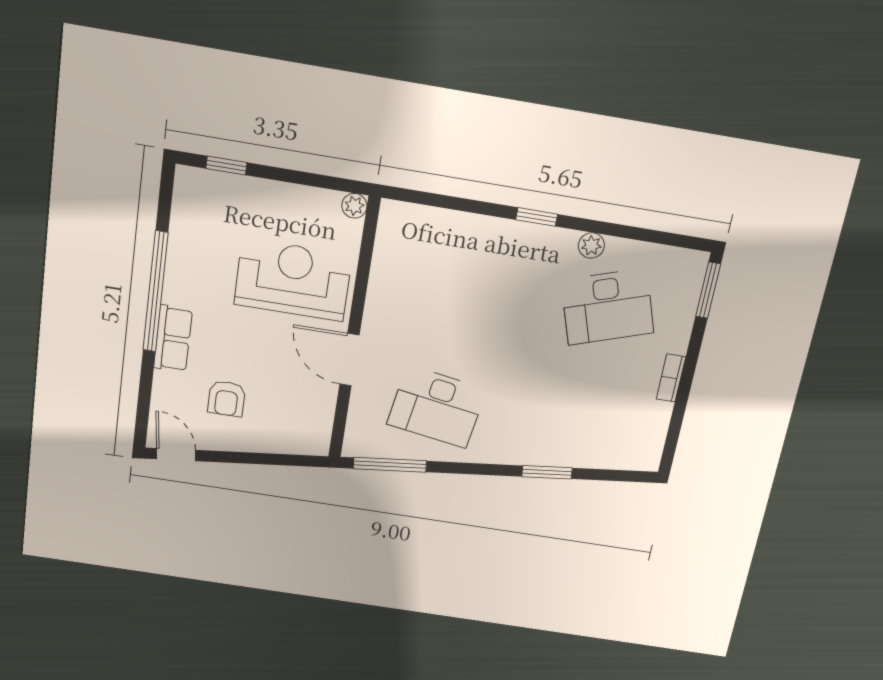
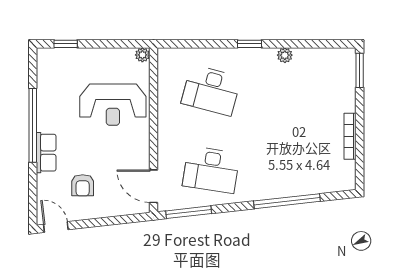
reception desk: (293, 280) -> (113, 105), turned 180
desk: (608, 307) -> (211, 90), moved, turned 33
door: (349, 360) -> (154, 186), moved
bookcase: (671, 378) -> (350, 136), width x1.56
window: (547, 472) -> (287, 201), width x2.11

